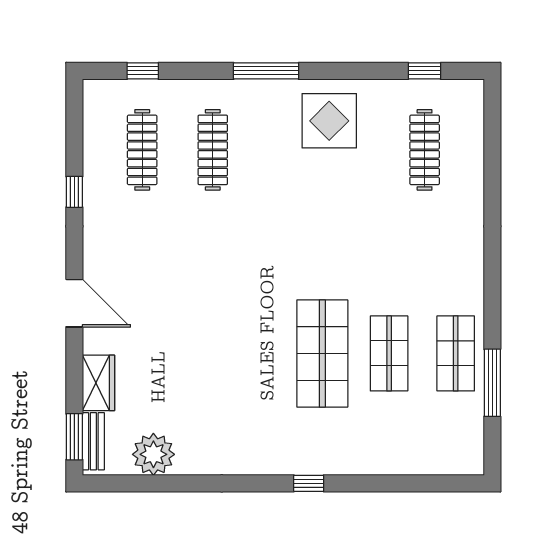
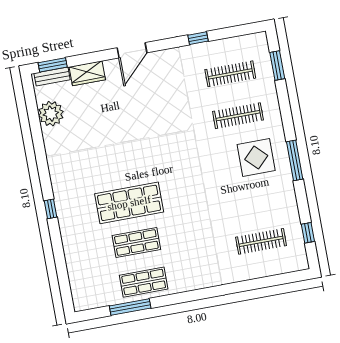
window: (143, 71) -> (277, 66), width x1.50
window: (266, 71) -> (295, 160), moved
display table: (329, 121) -> (256, 158), moved

